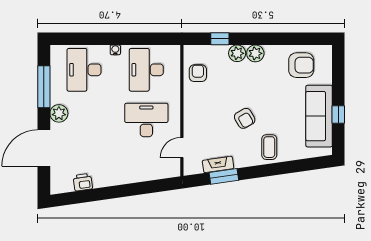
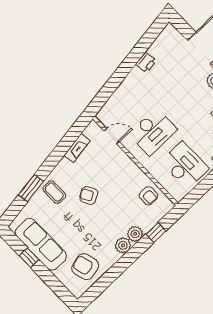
armchair: (301, 65) -> (85, 267), turned 76
door: (182, 148) -> (112, 136), hinge flipped
window: (224, 176) -> (31, 188), moved
printer: (83, 182) -> (146, 62), moved

